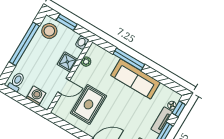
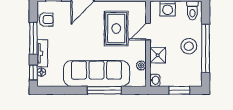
stool: (49, 31) -> (189, 46), moved
sofa: (136, 79) -> (97, 74), width x1.36, depth x1.27

